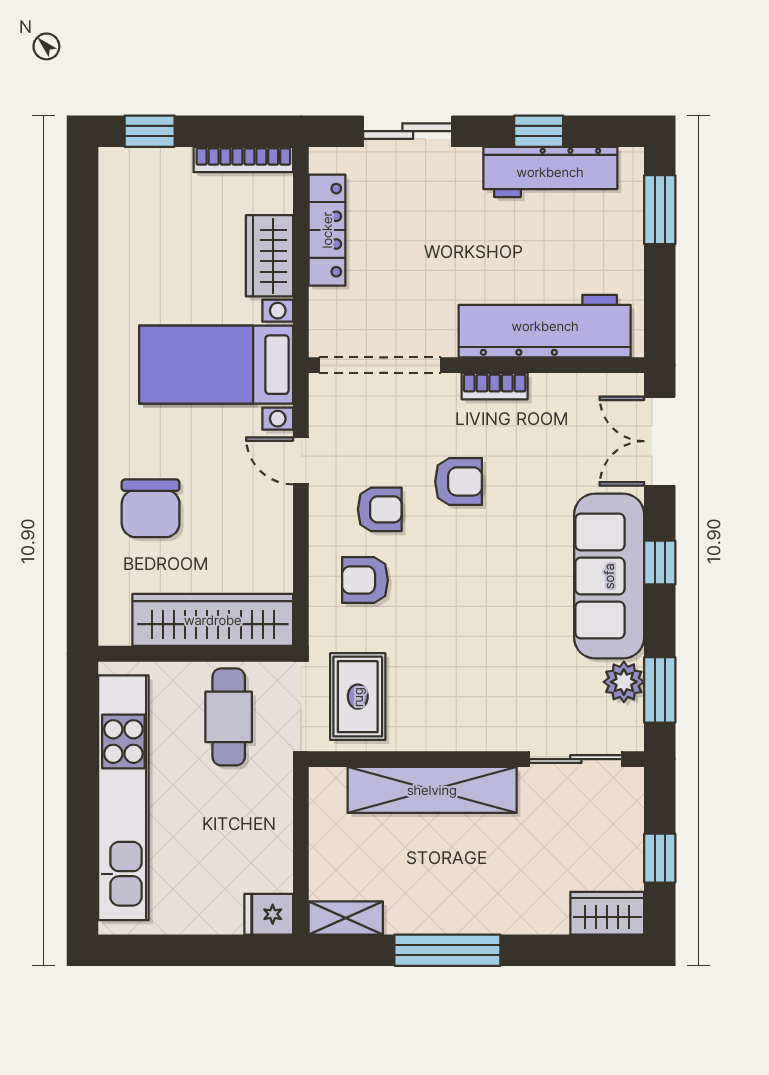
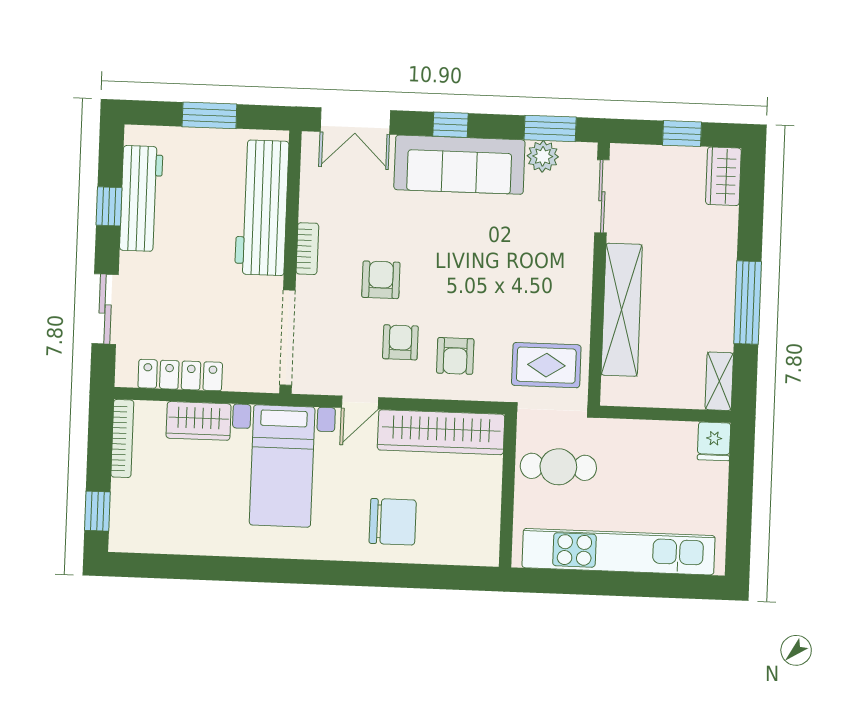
window: (660, 210) -> (209, 115), moved
wardrobe: (213, 620) -> (441, 432), moved, turned -90

